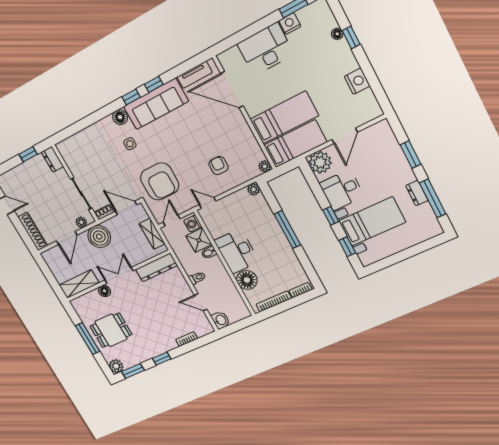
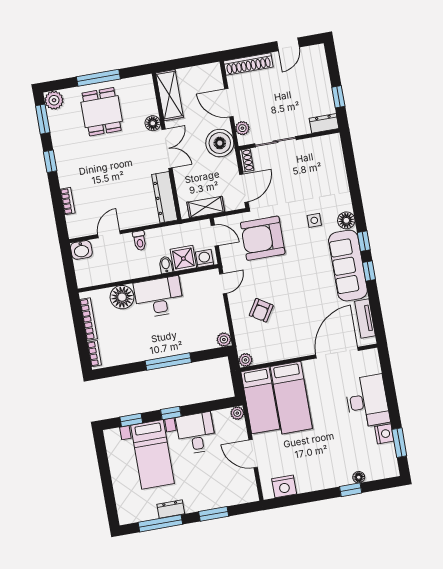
nightstand: (357, 81) -> (284, 486), moved
plant: (320, 162) -> (237, 413), width x0.53, depth x0.53
armchair: (218, 166) -> (261, 310), turned 122

